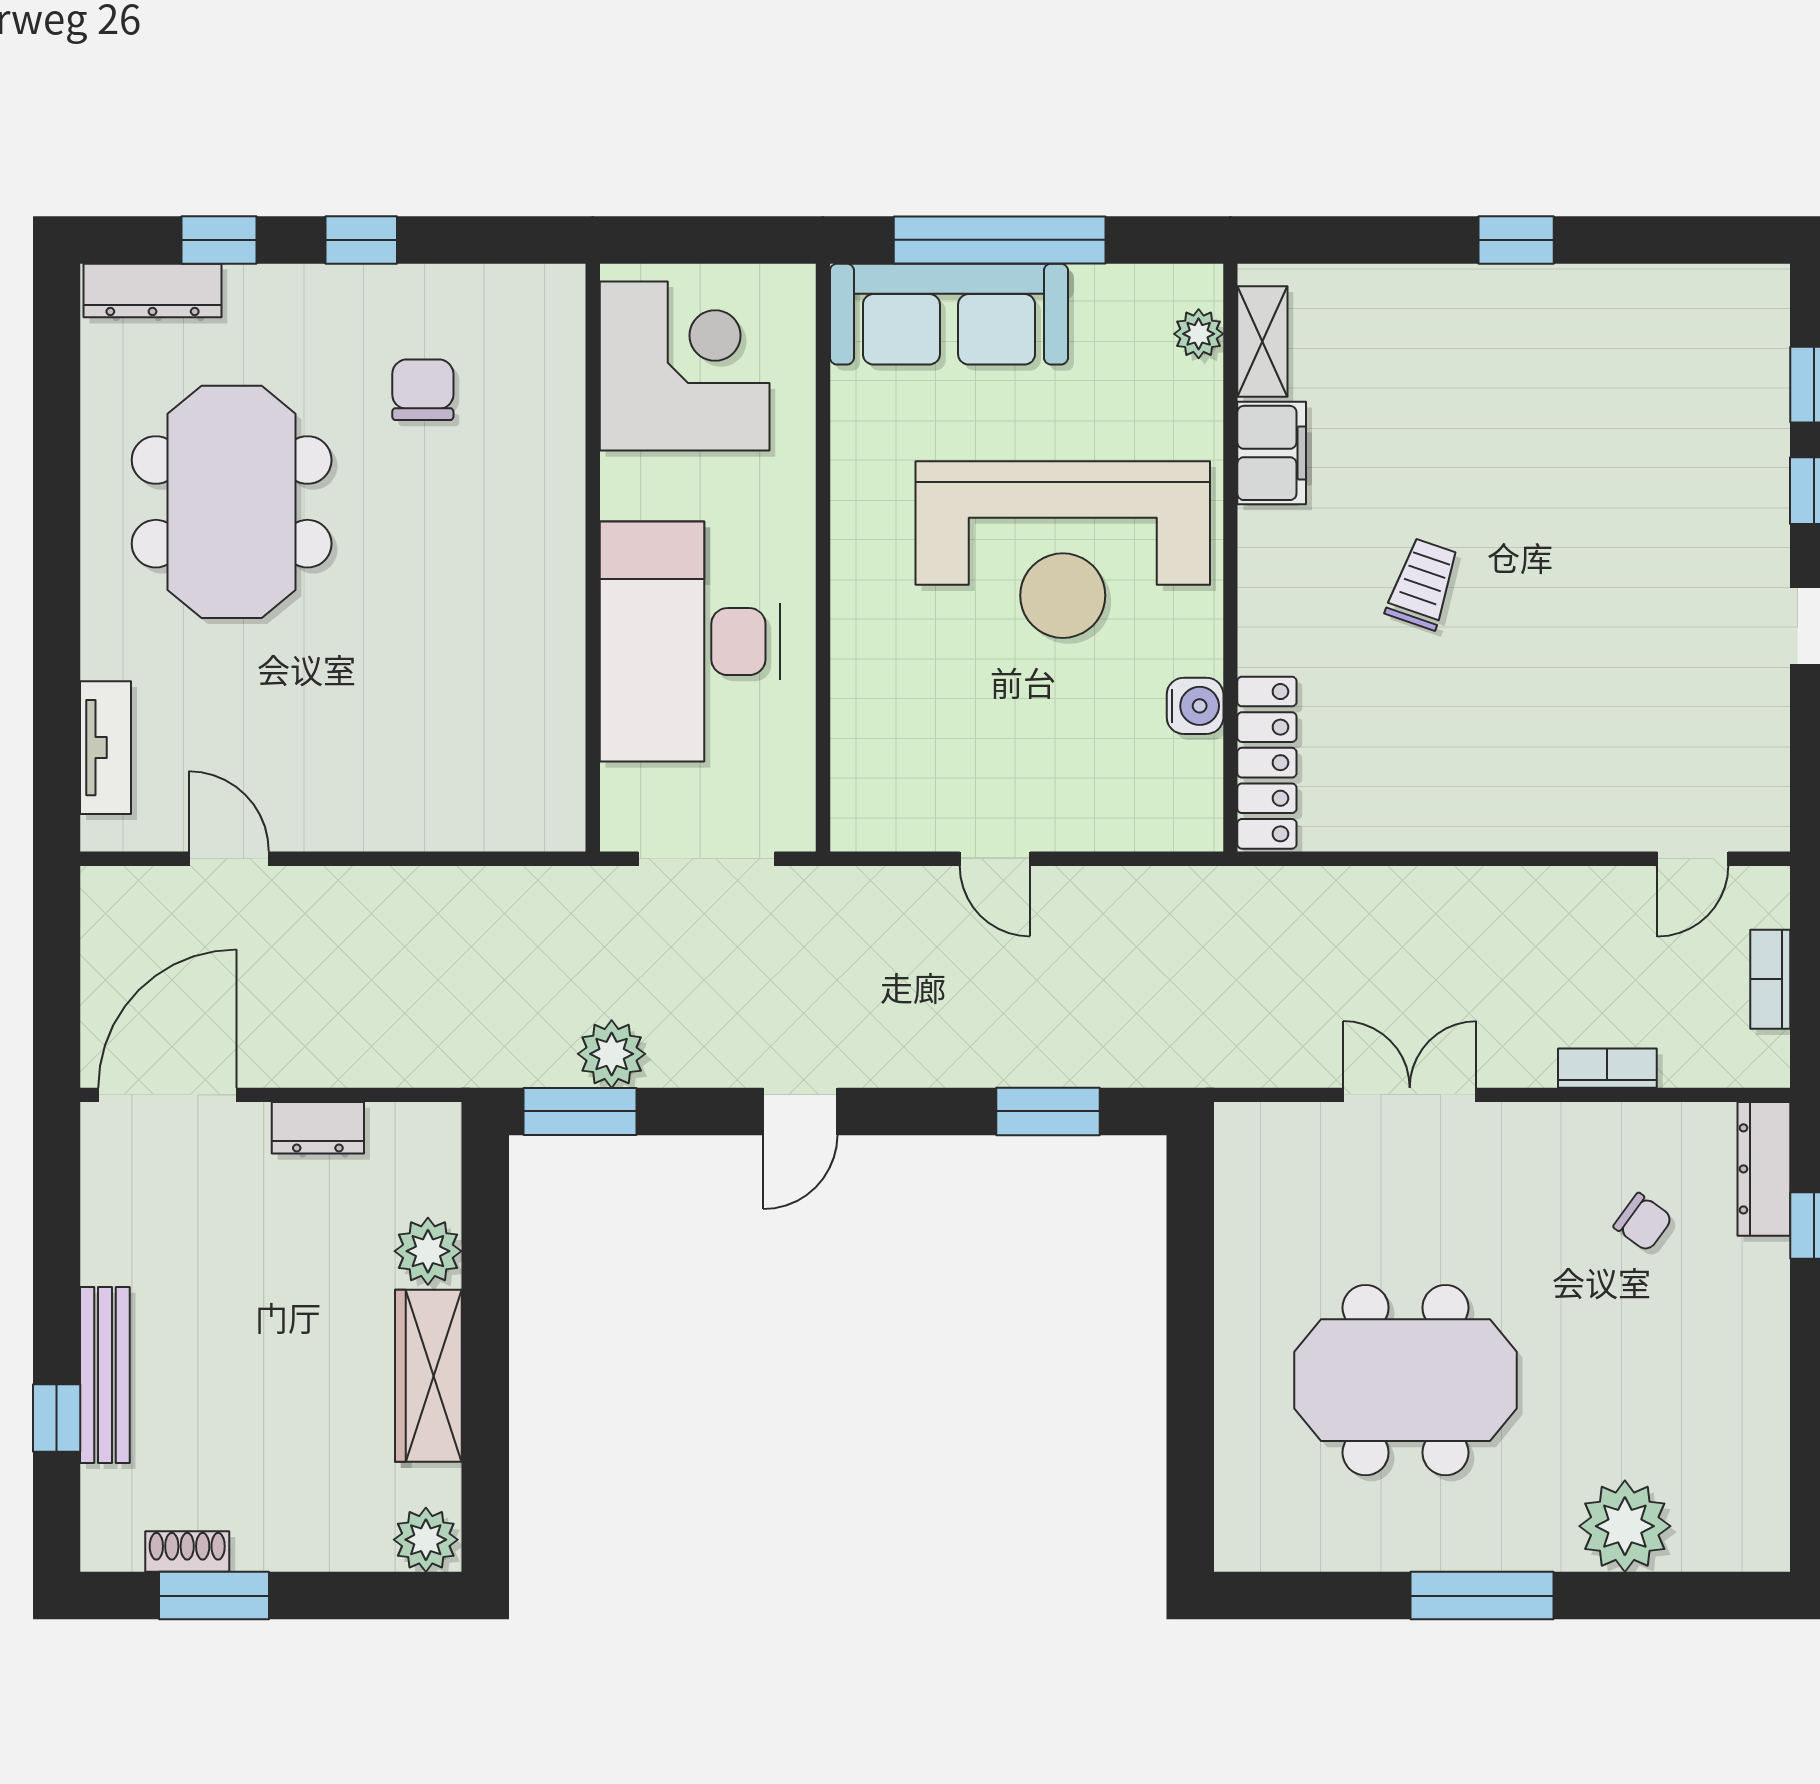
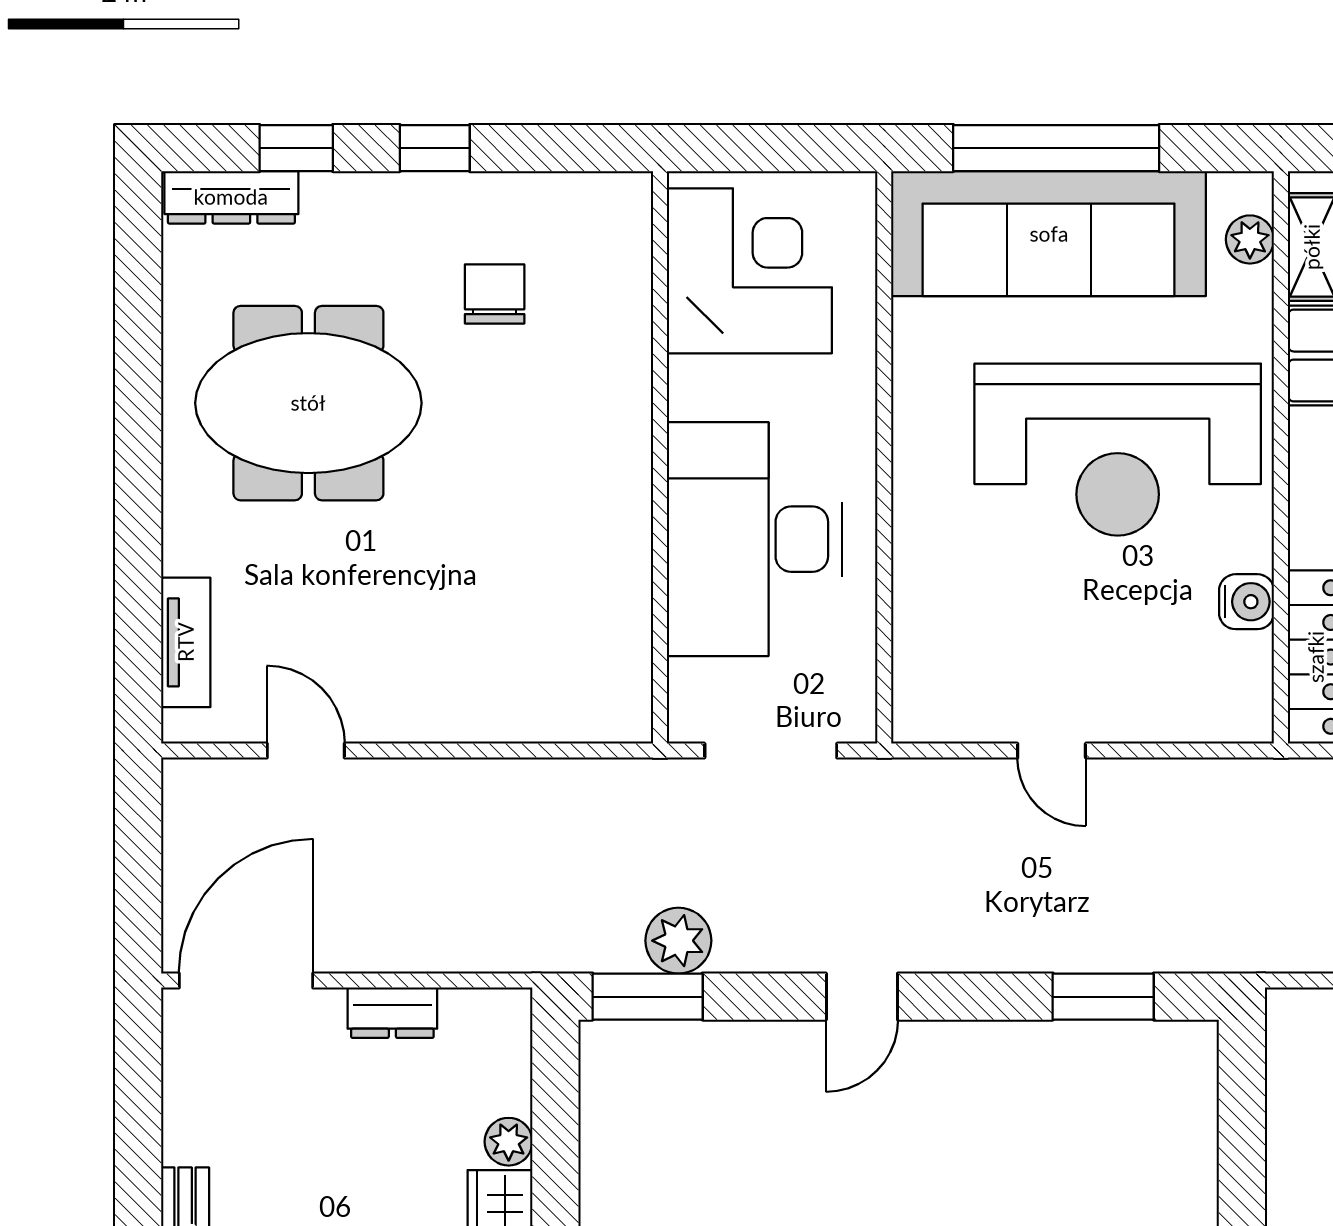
sofa: (949, 314) -> (1049, 234), width x1.36, depth x1.27
meeting table: (232, 502) -> (308, 403), turned 90
plant: (428, 1251) -> (509, 1142), width x0.73, depth x0.73

